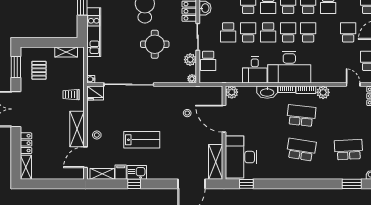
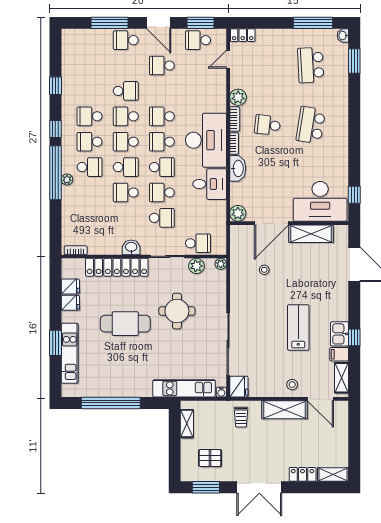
kitchen unit: (94, 32) -> (184, 388), moved
school desk: (301, 116) -> (267, 125), width x0.54
shelving: (216, 162) -> (311, 234), moved

